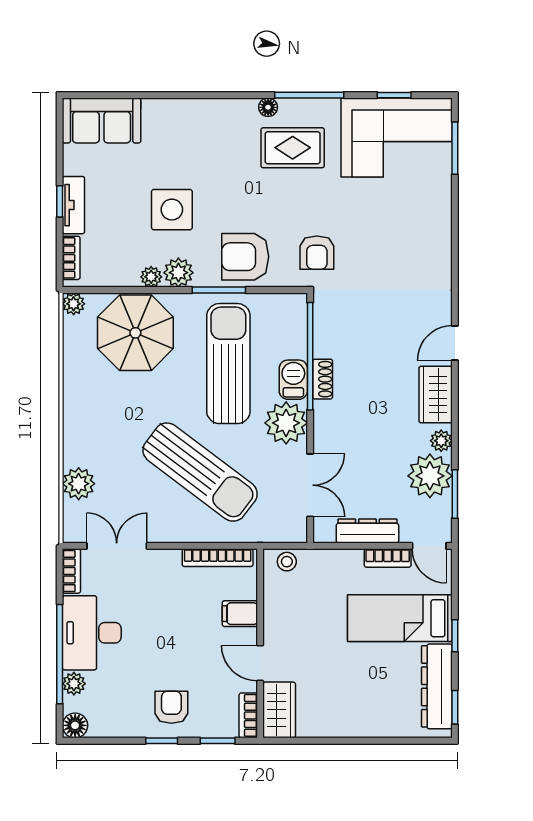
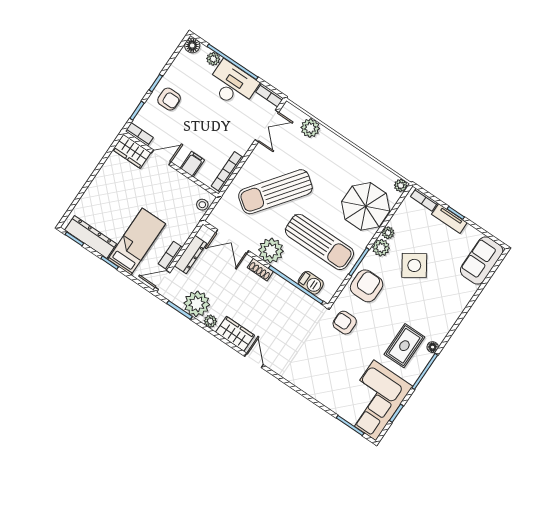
side table: (172, 210) -> (414, 265), turned -33
shoe rack: (323, 379) -> (260, 270), moved
barbecue: (293, 380) -> (311, 283), moved

